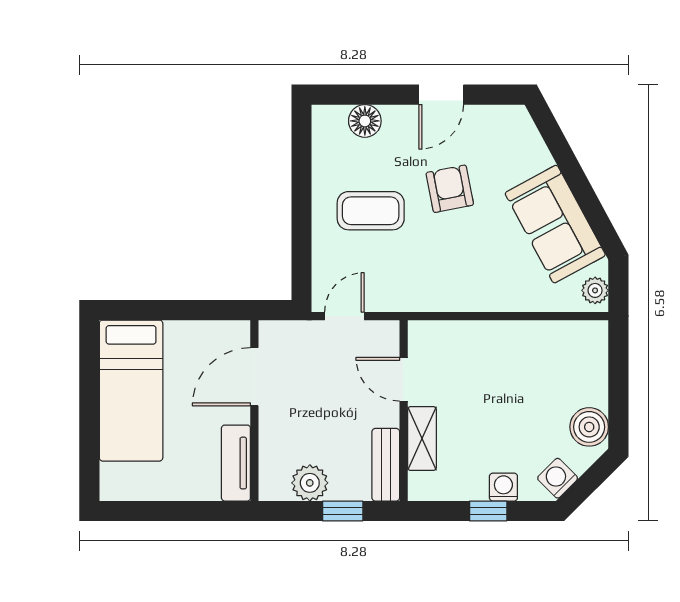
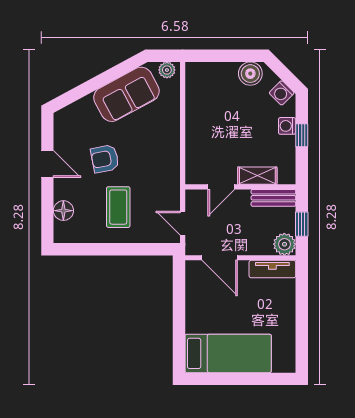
door: (254, 377) -> (220, 258), moved
wall: (254, 411) -> (240, 258), moved
tv unit: (236, 463) -> (272, 269), moved

